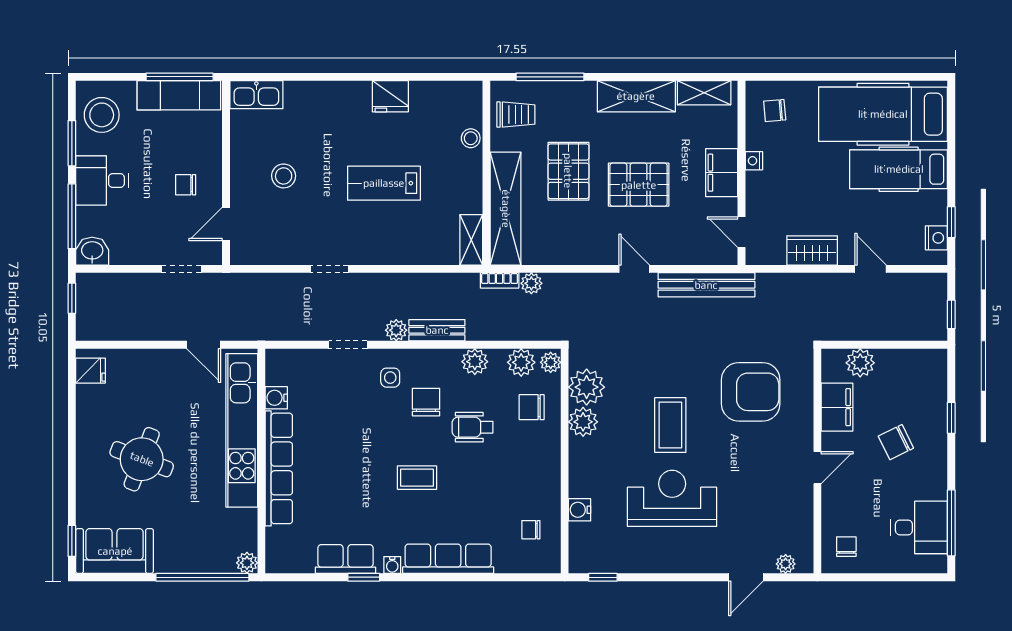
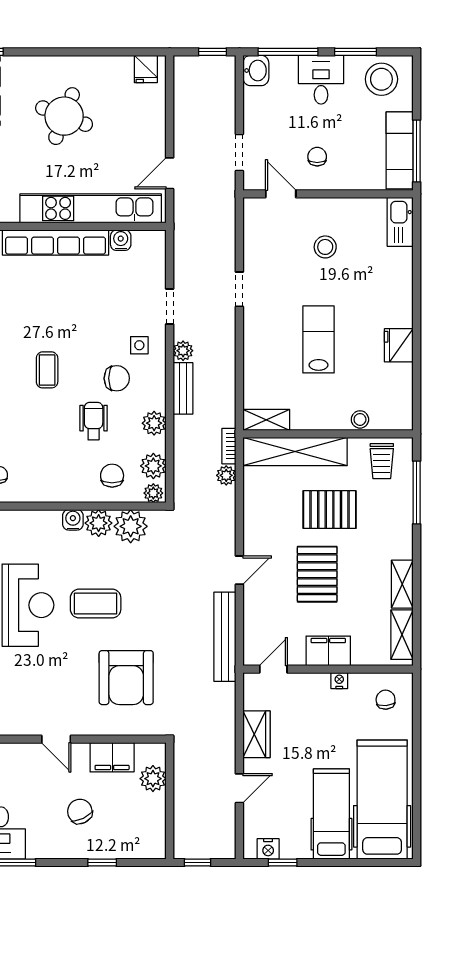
shelving: (636, 96) -> (402, 584), width x0.67, depth x0.75
water cooler: (580, 510) -> (73, 520), moved

